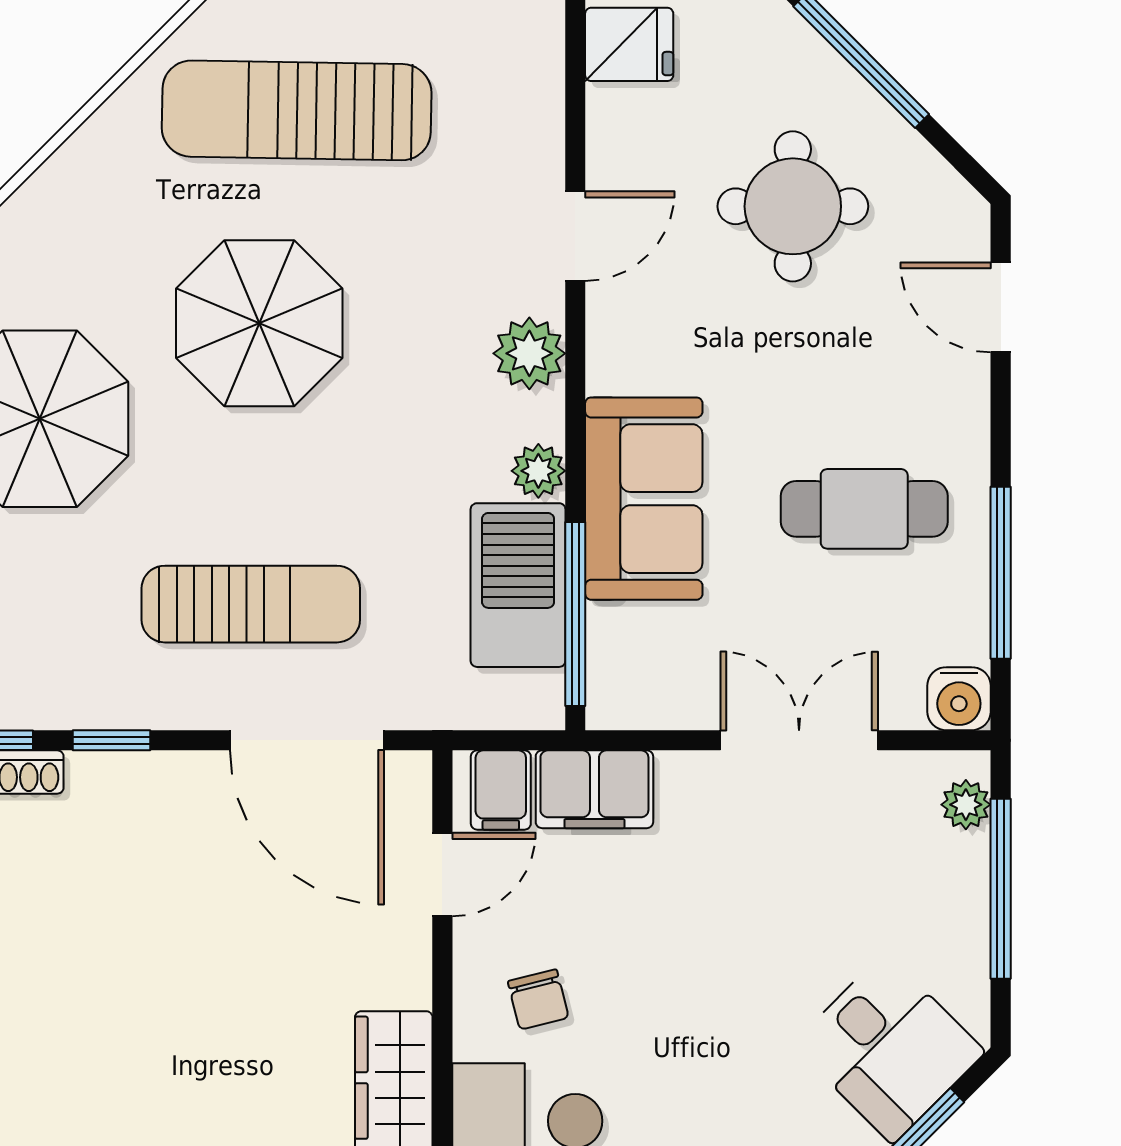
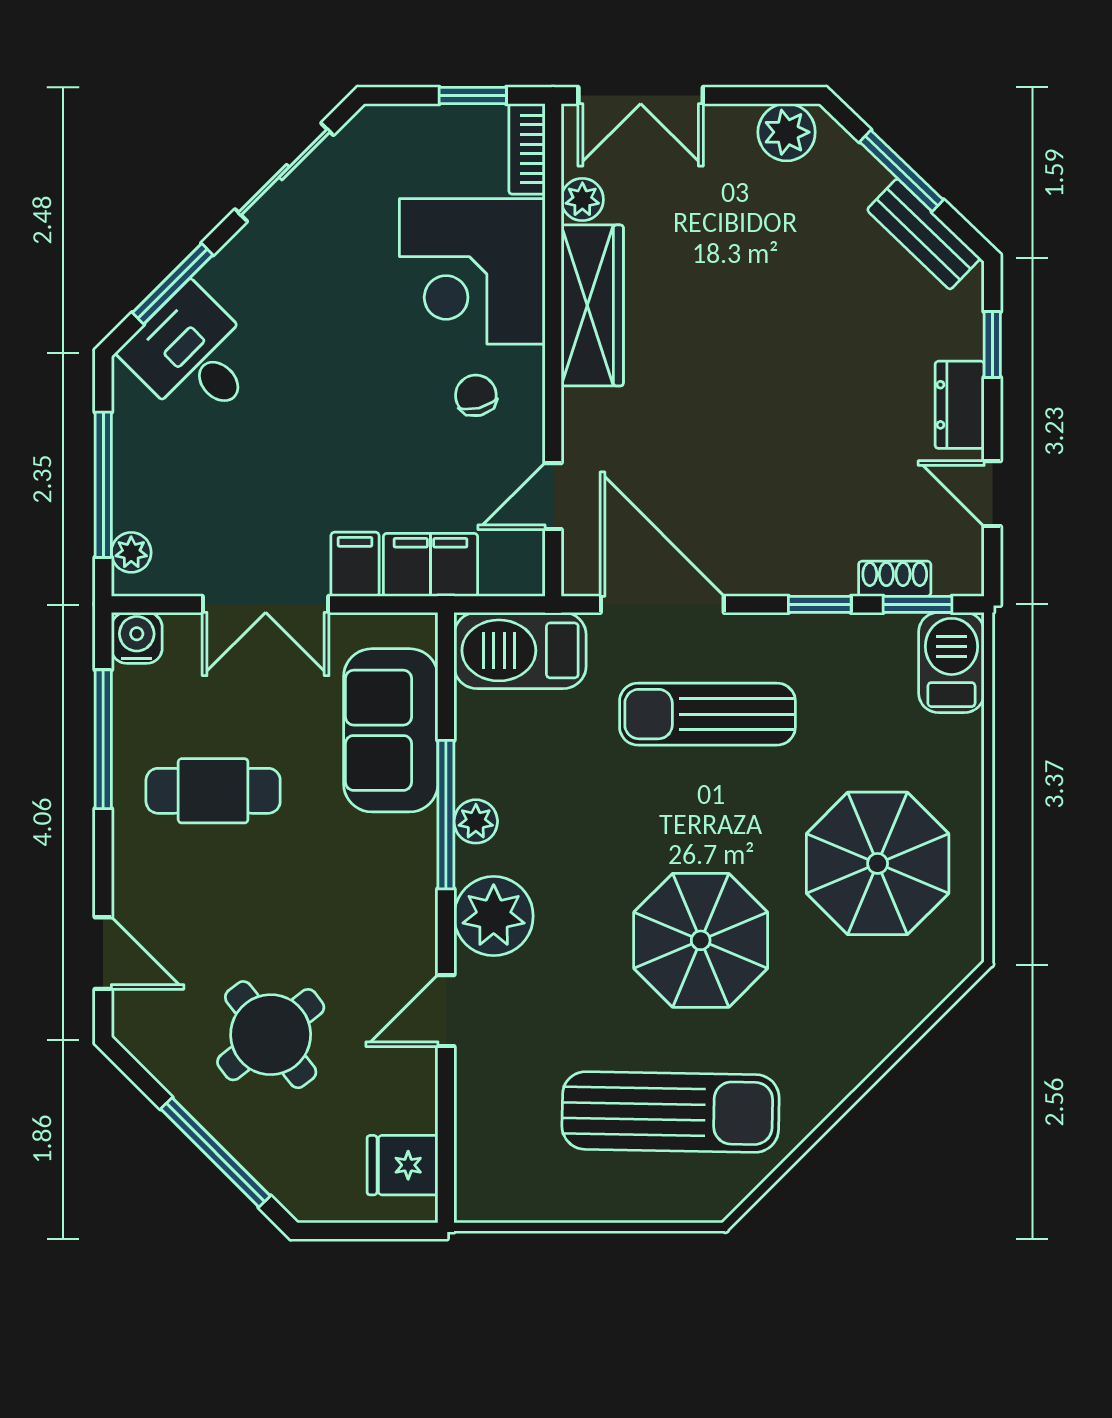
round table: (793, 206) -> (271, 1035), turned -38
plant: (529, 353) -> (494, 916), width x1.36, depth x1.36
sofa: (644, 499) -> (391, 730), moved
barbecue: (518, 585) -> (520, 650), moved, turned 90
window: (575, 614) -> (446, 815), moved
filing cabinet: (501, 790) -> (355, 564), moved

